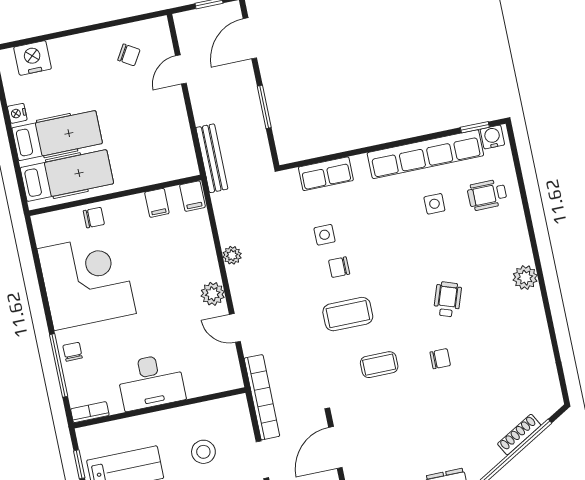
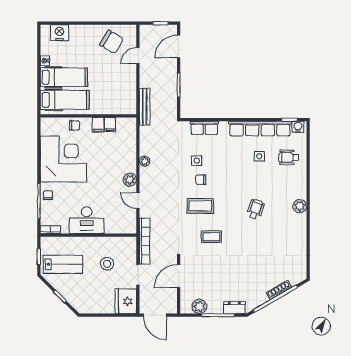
chair: (129, 55) -> (112, 42), width x1.87, depth x1.87
filing cabinet: (192, 196) -> (98, 125), moved
chair: (440, 359) -> (245, 240), removed

